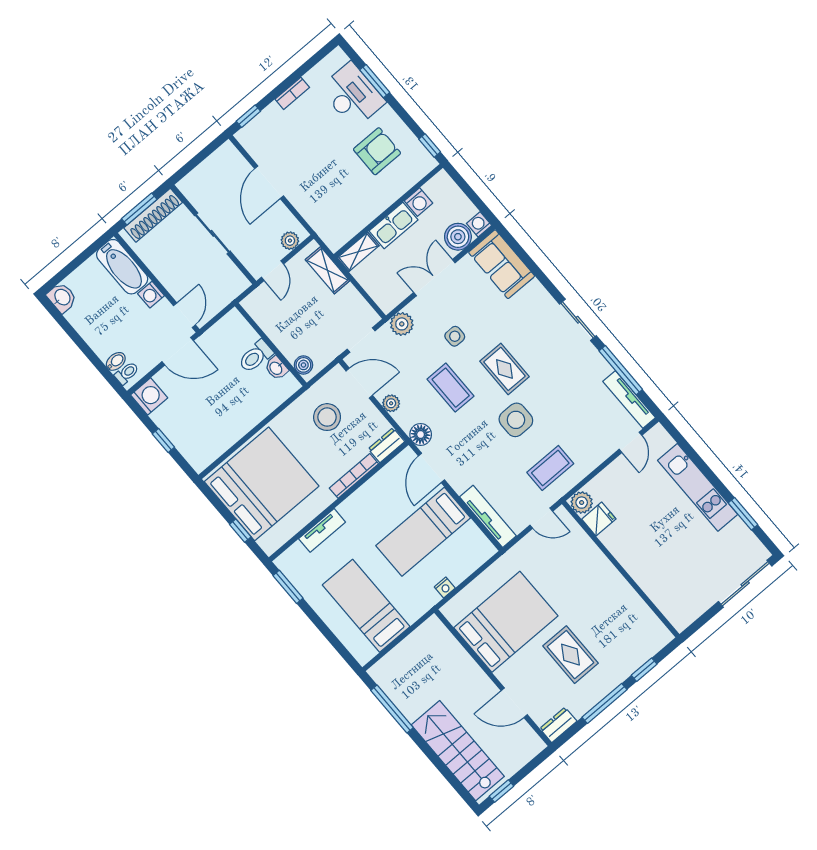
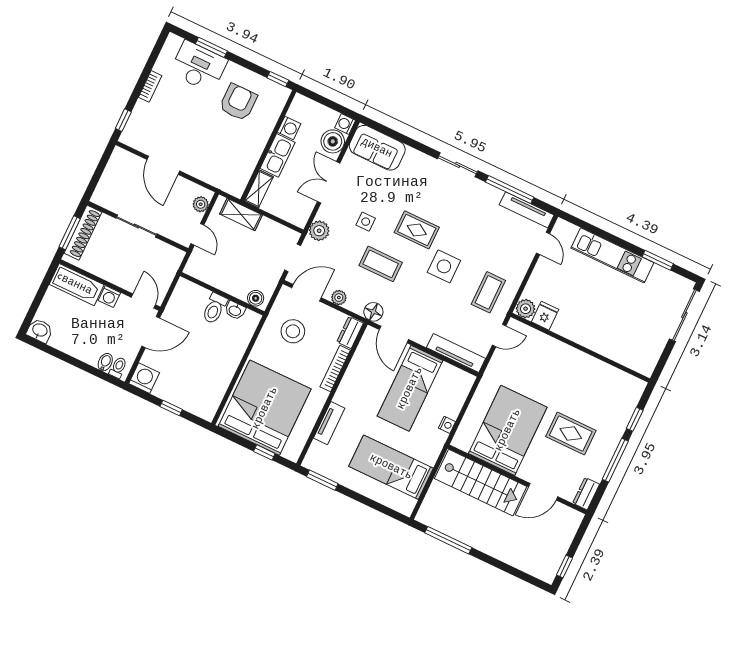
stairs: (458, 751) -> (481, 483), moved, turned 180

